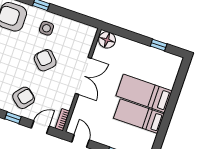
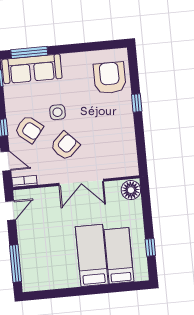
side table: (46, 28) -> (58, 112), moved
armchair: (45, 60) -> (65, 146), moved
bed: (139, 116) -> (119, 256), moved

